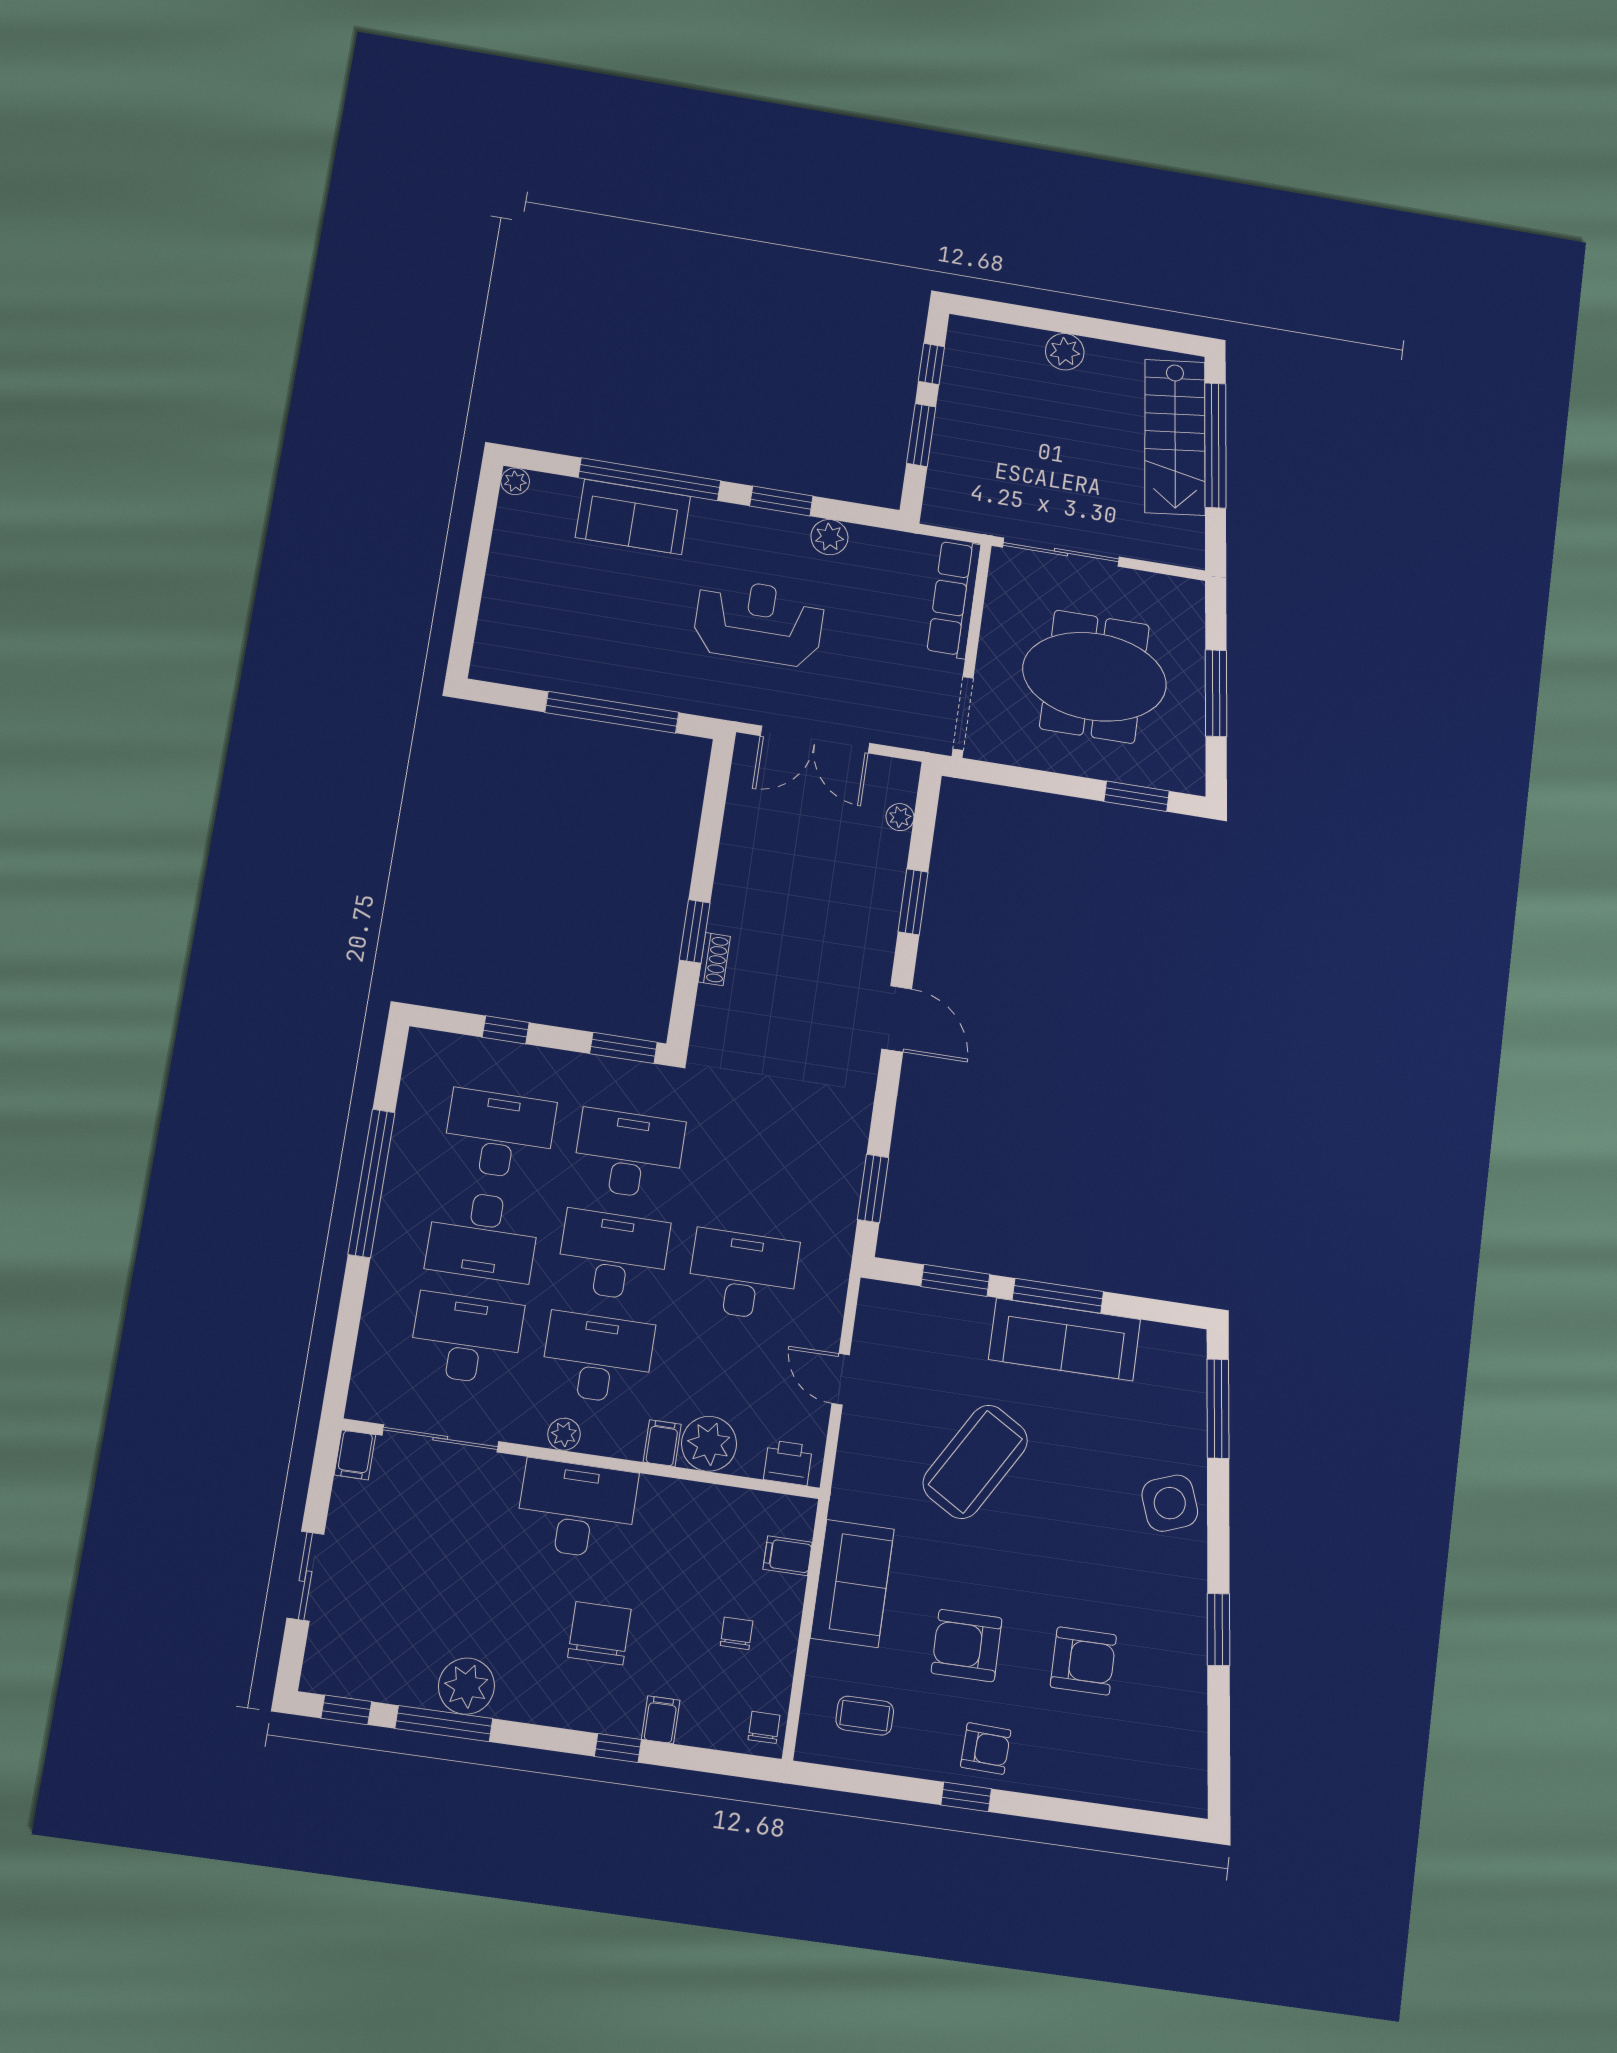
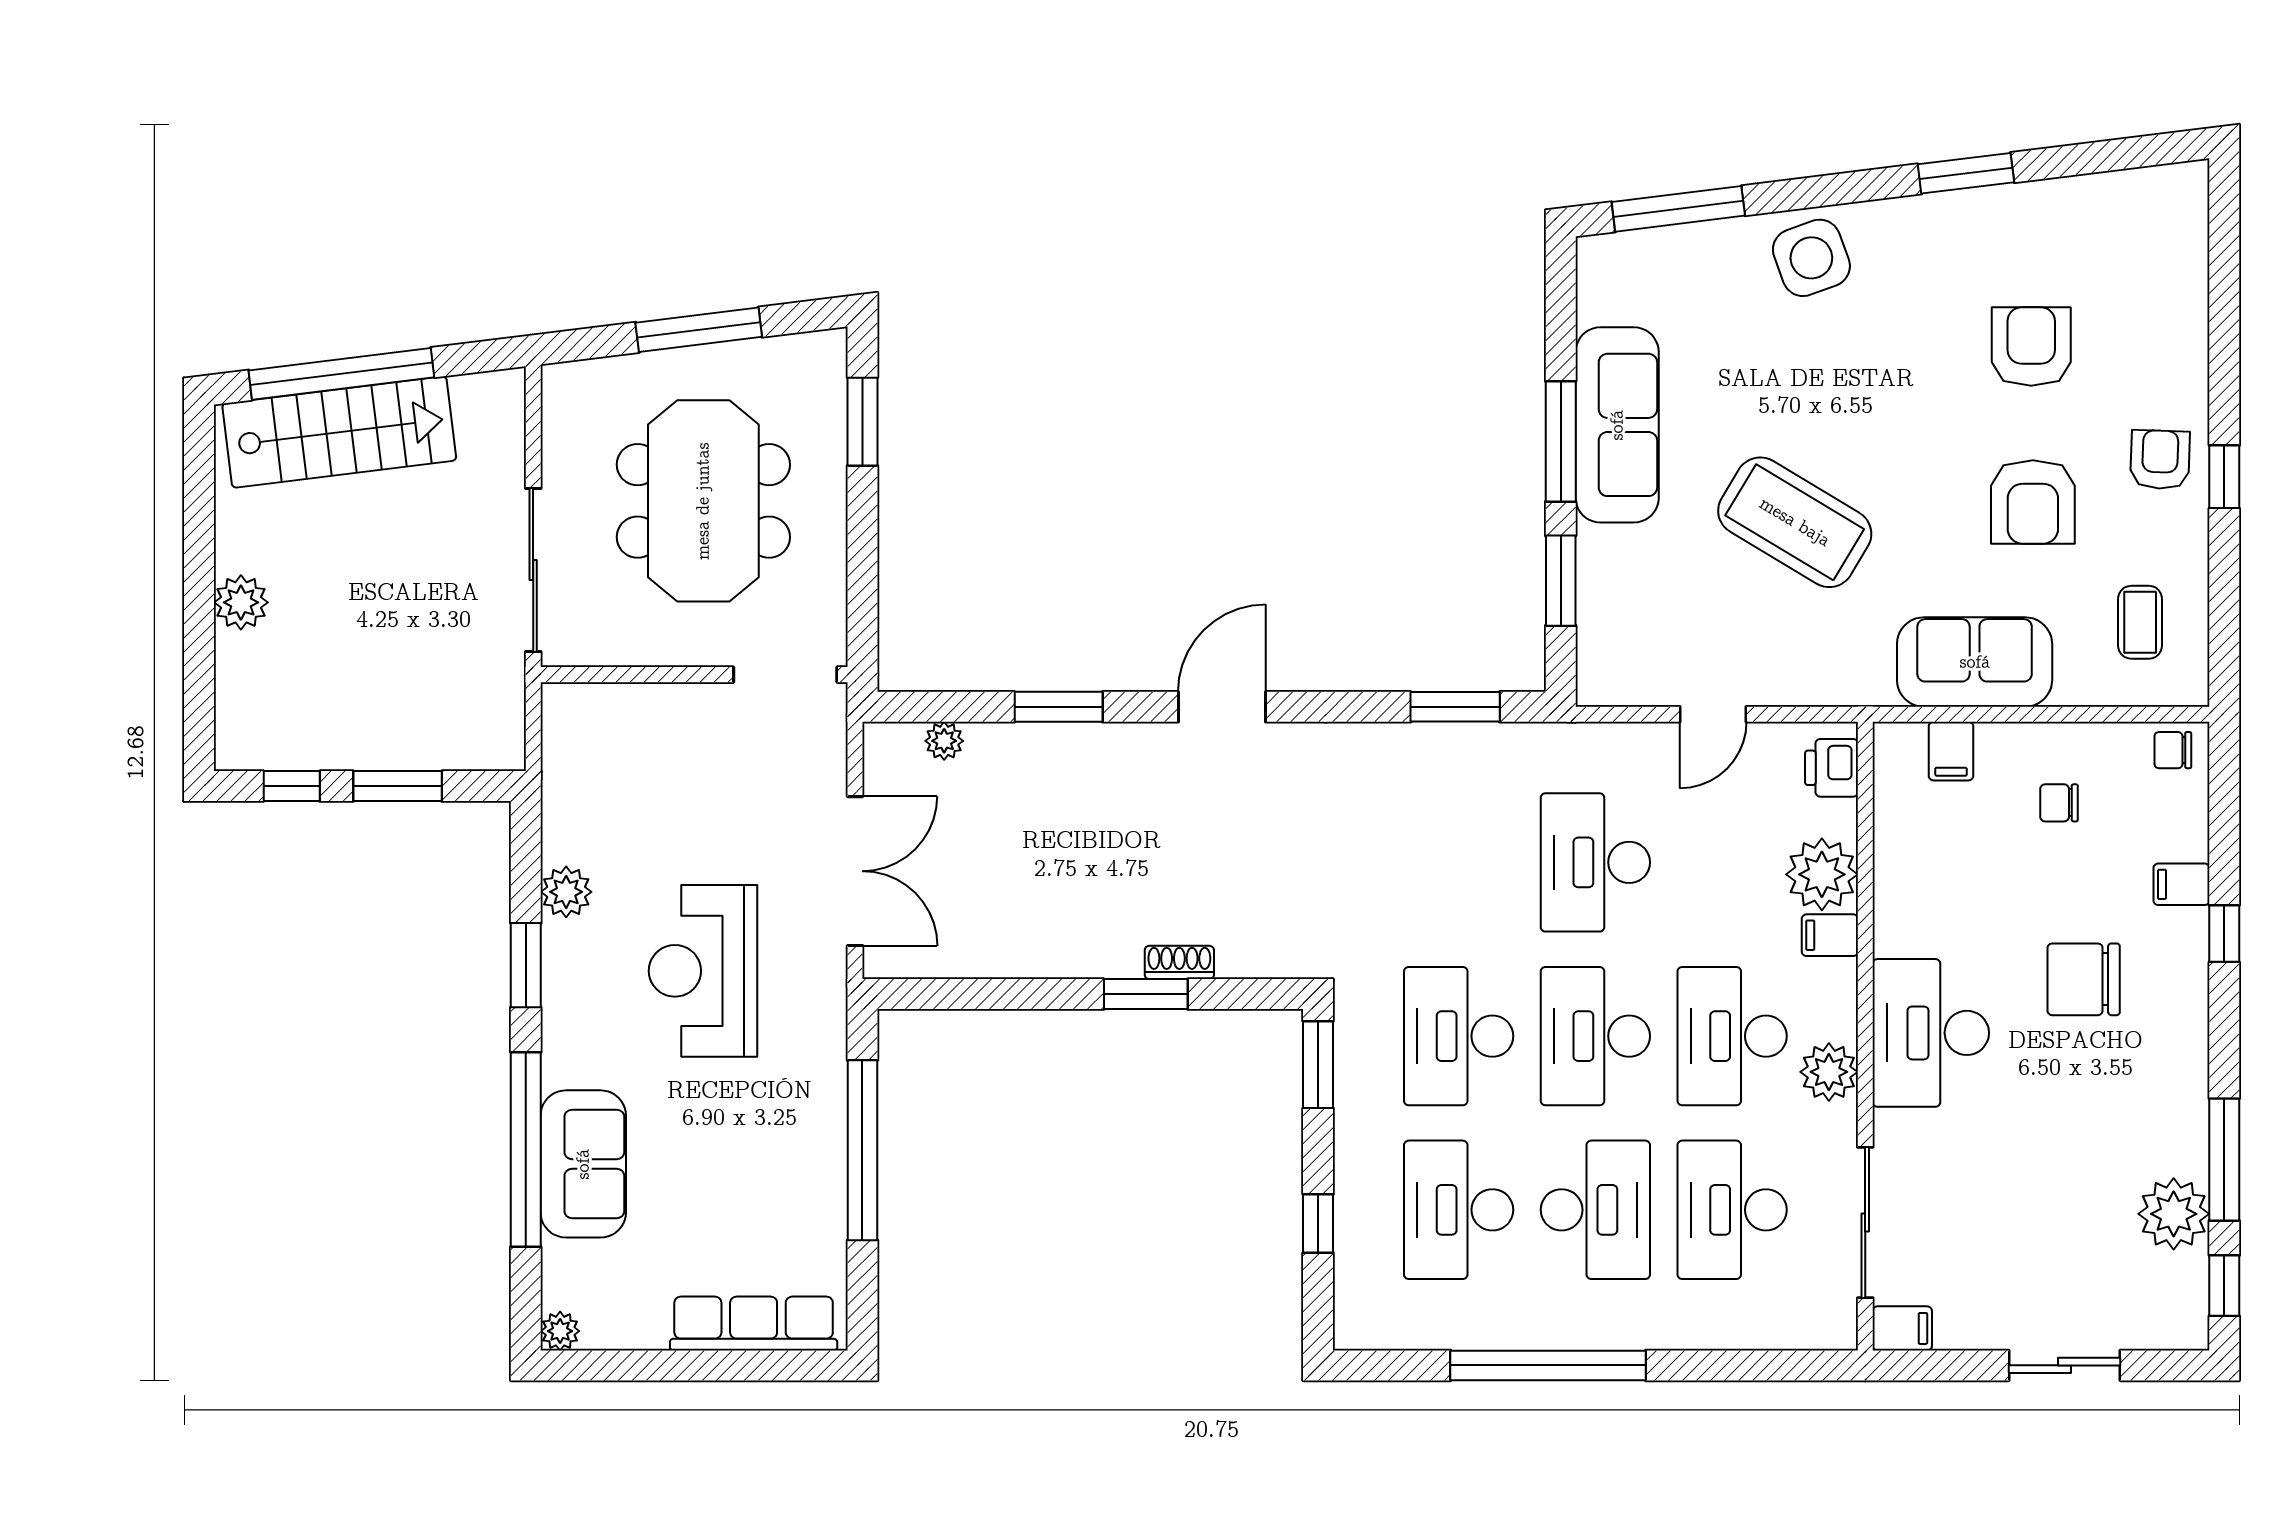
row of seats: (954, 599) -> (754, 1324), moved, turned 180
plant: (564, 1434) -> (1829, 1072), width x1.38, depth x1.38
plant: (466, 1686) -> (2174, 1214), moved

